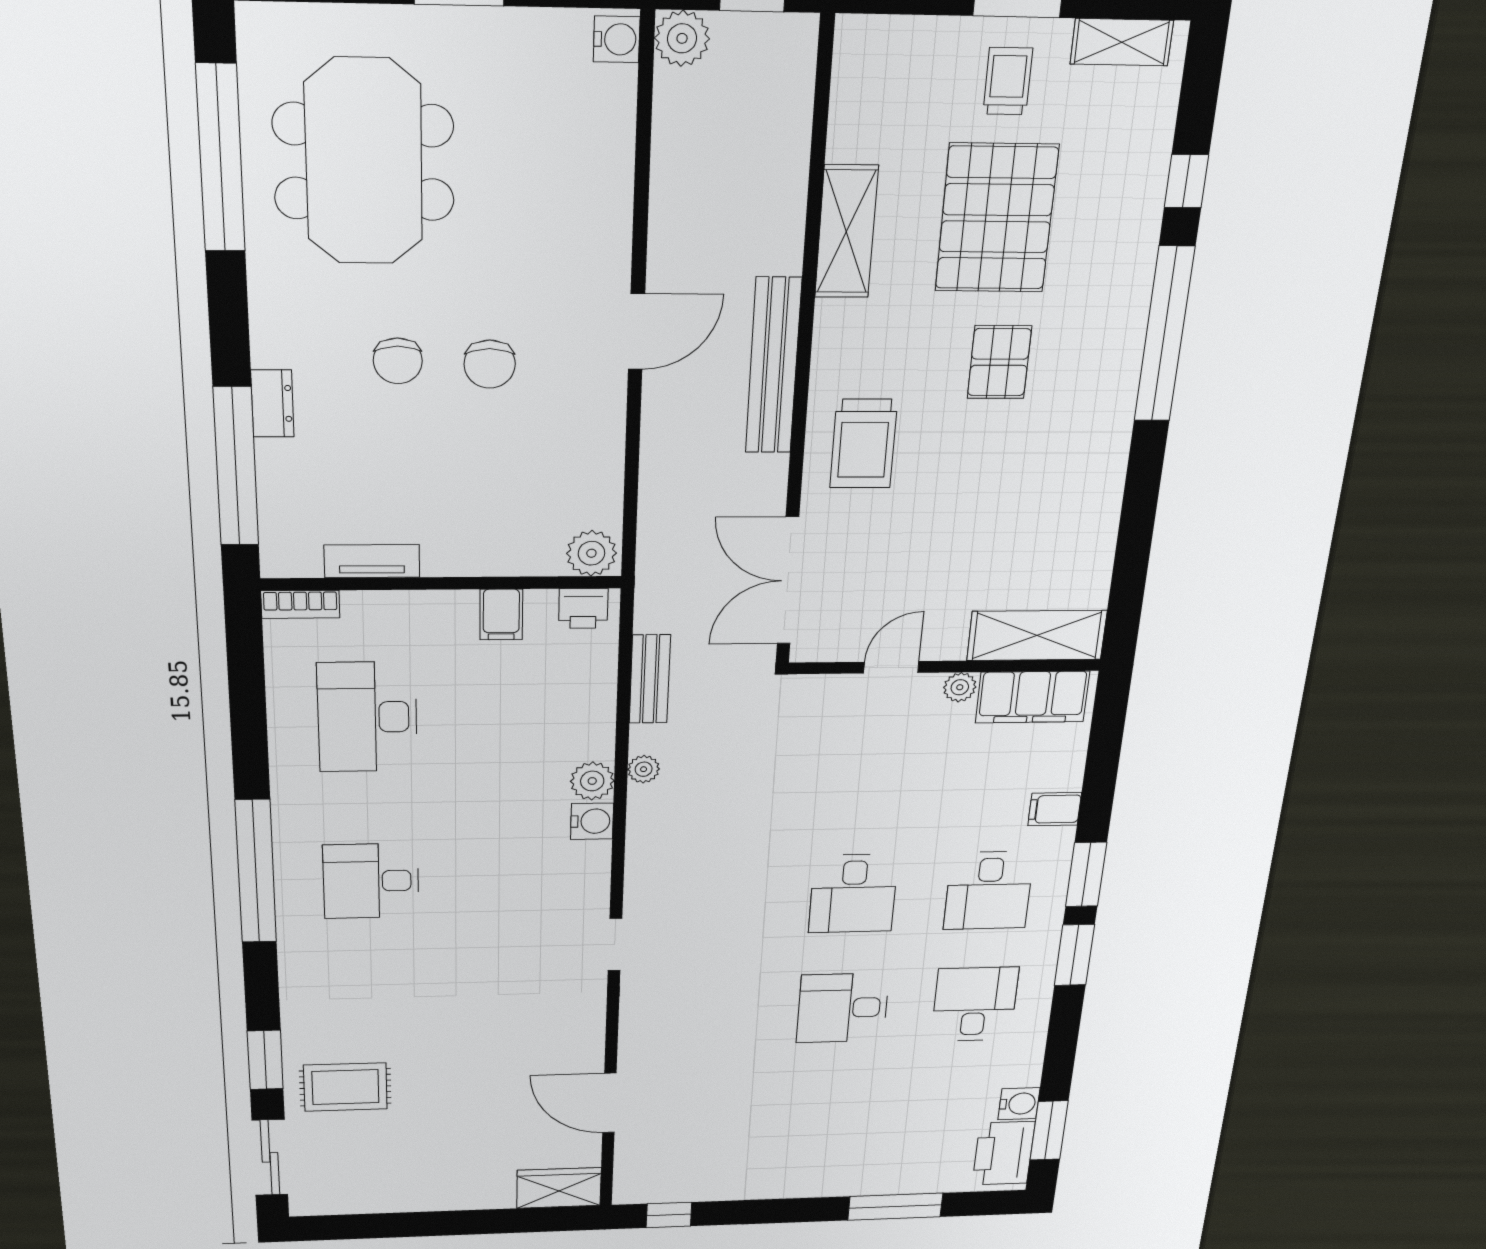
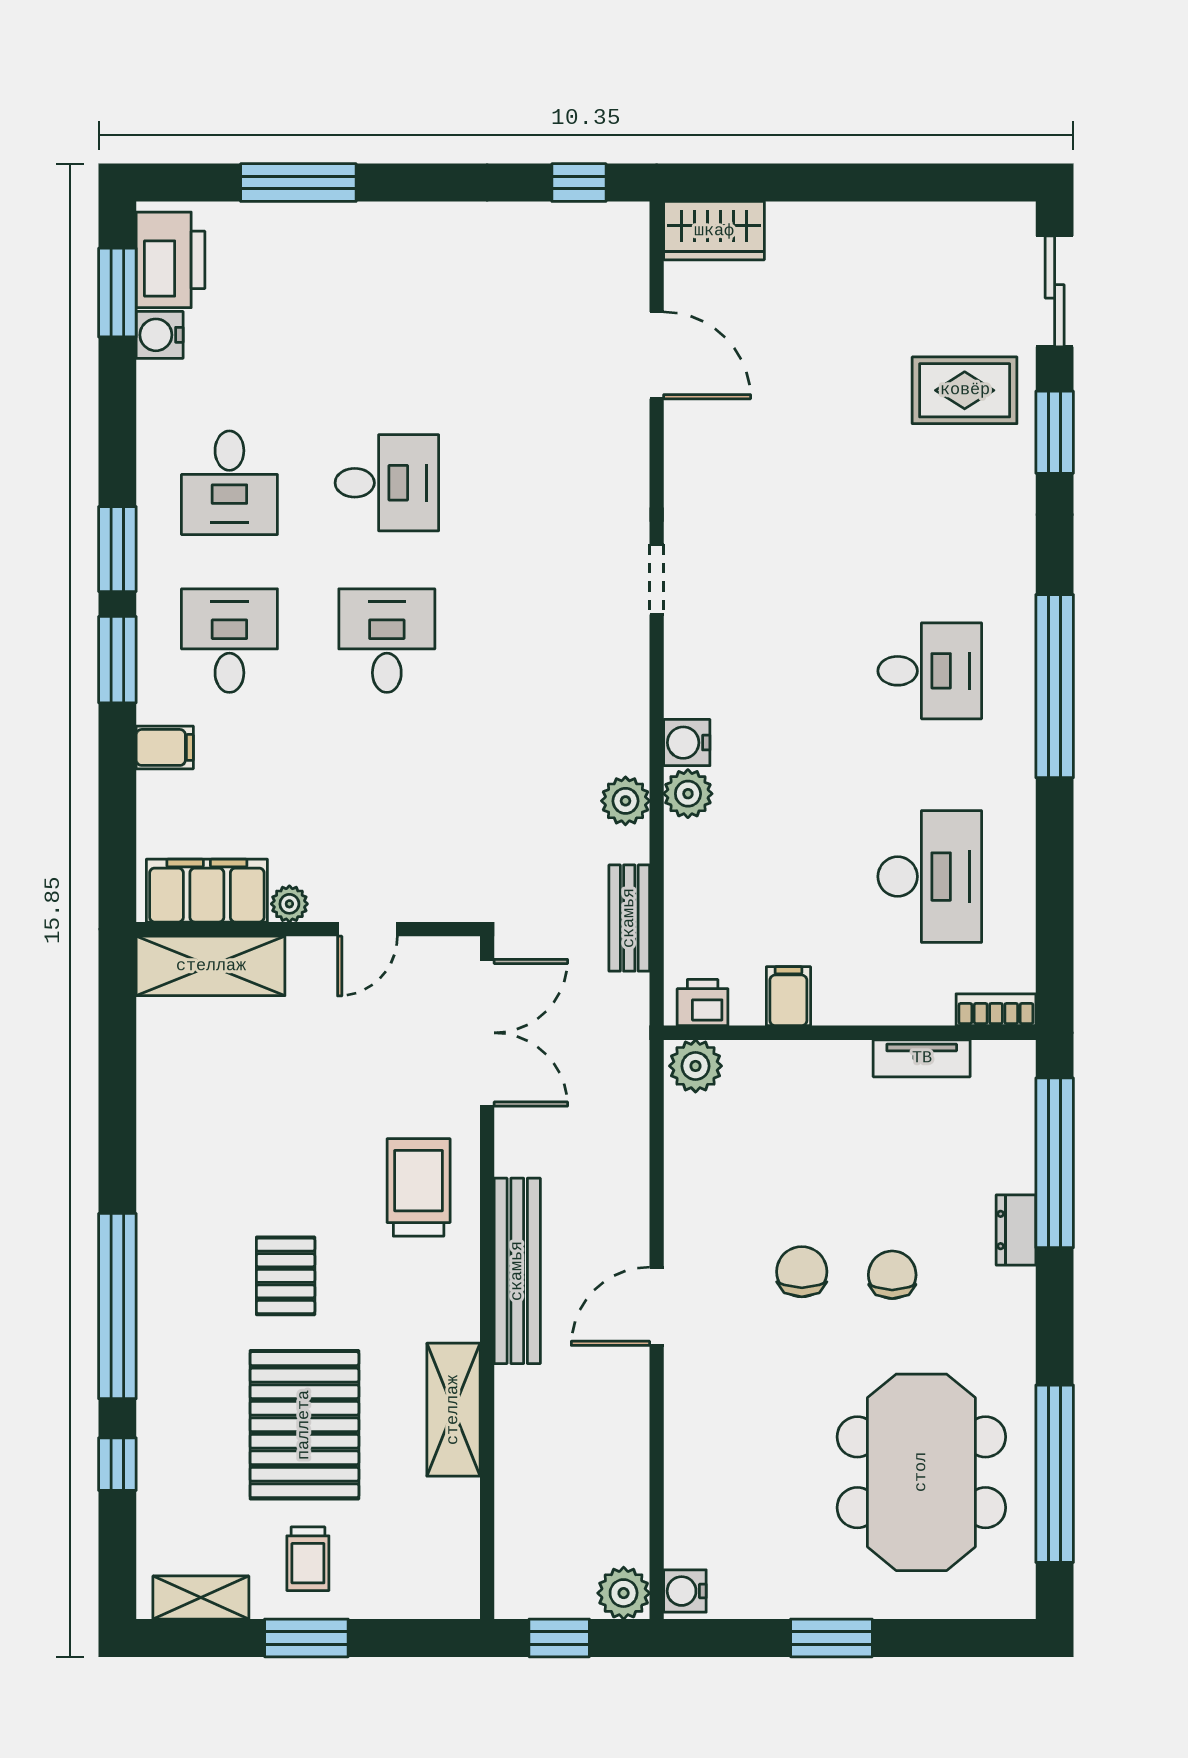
plant: (644, 769) -> (625, 801), width x1.38, depth x1.38

